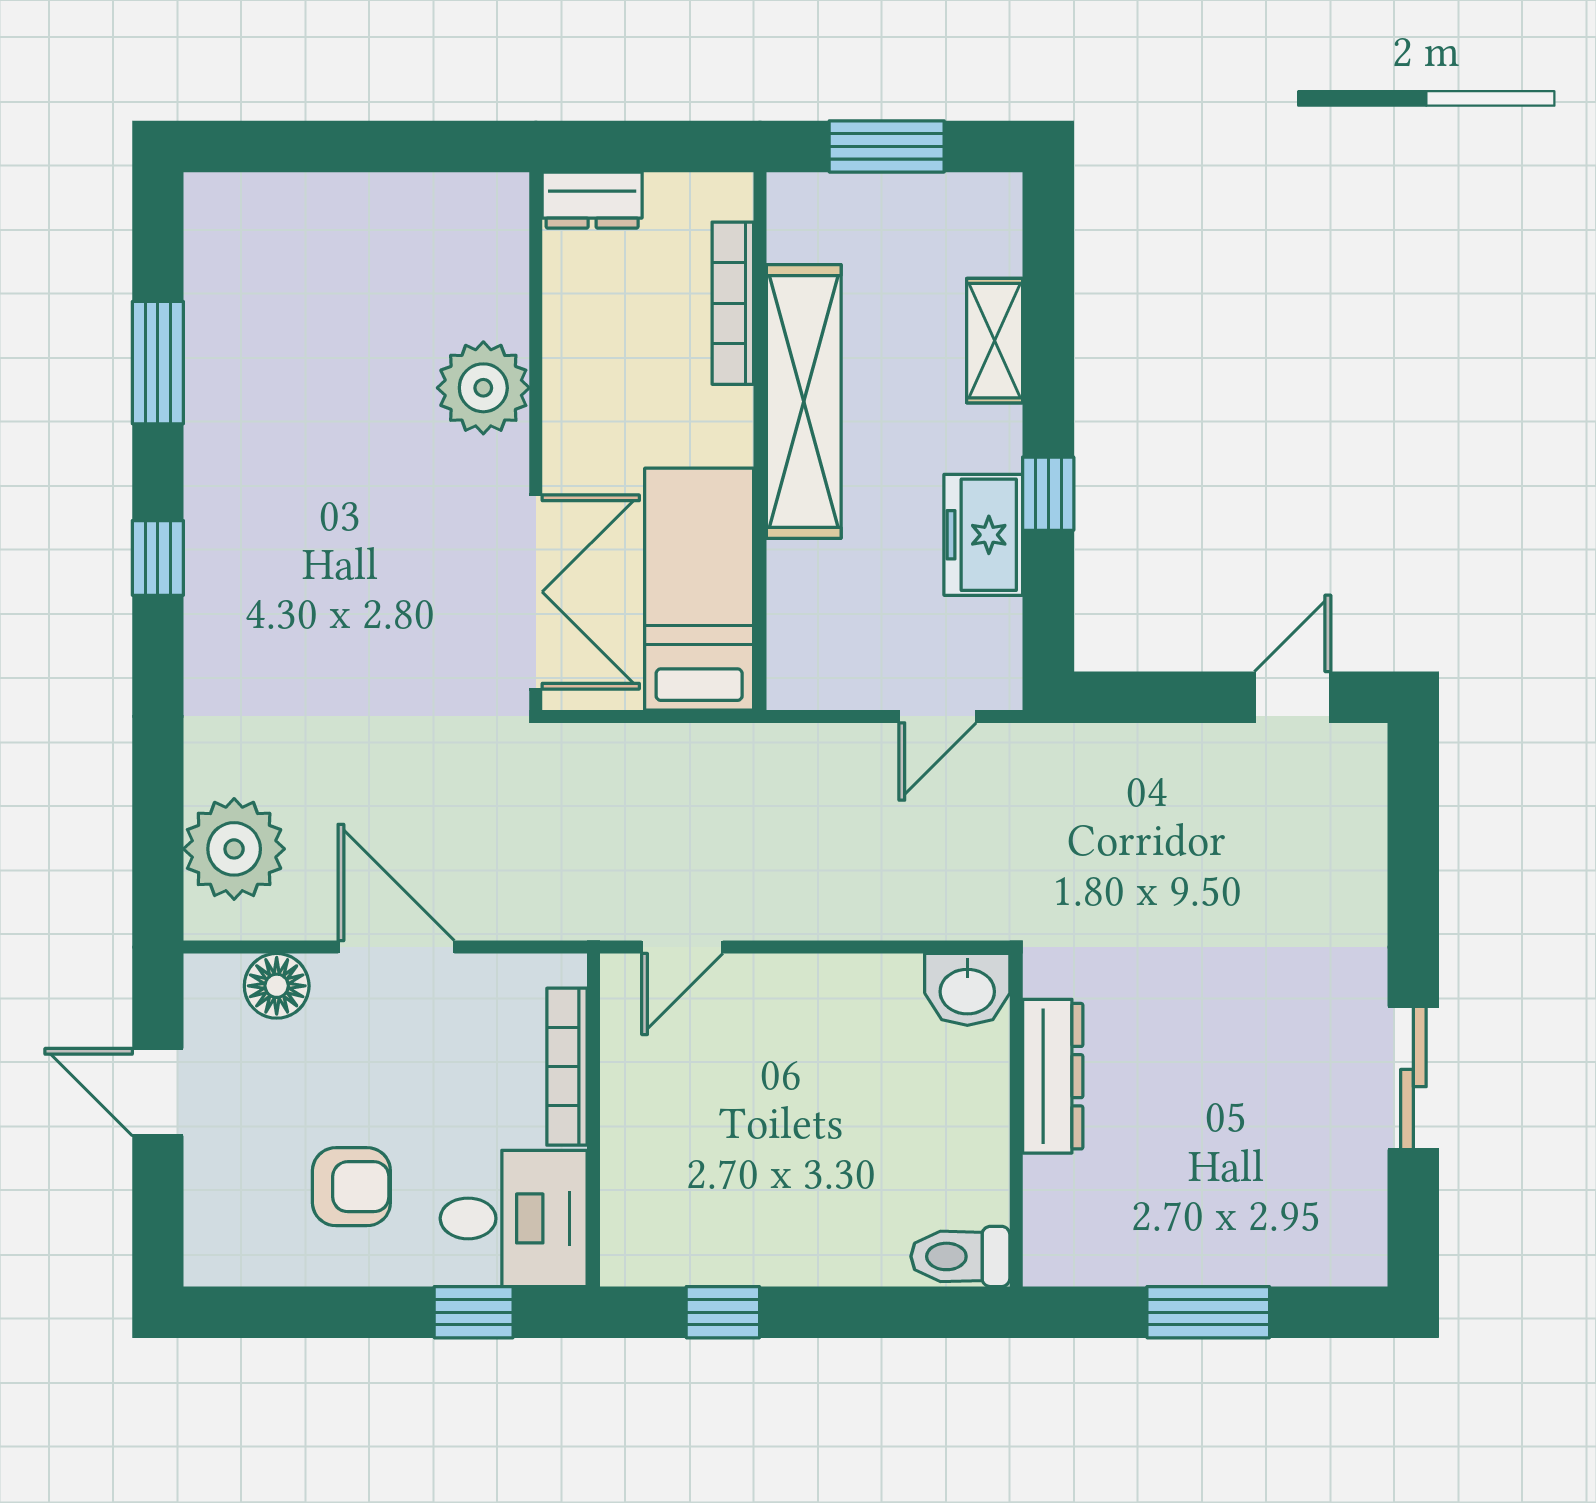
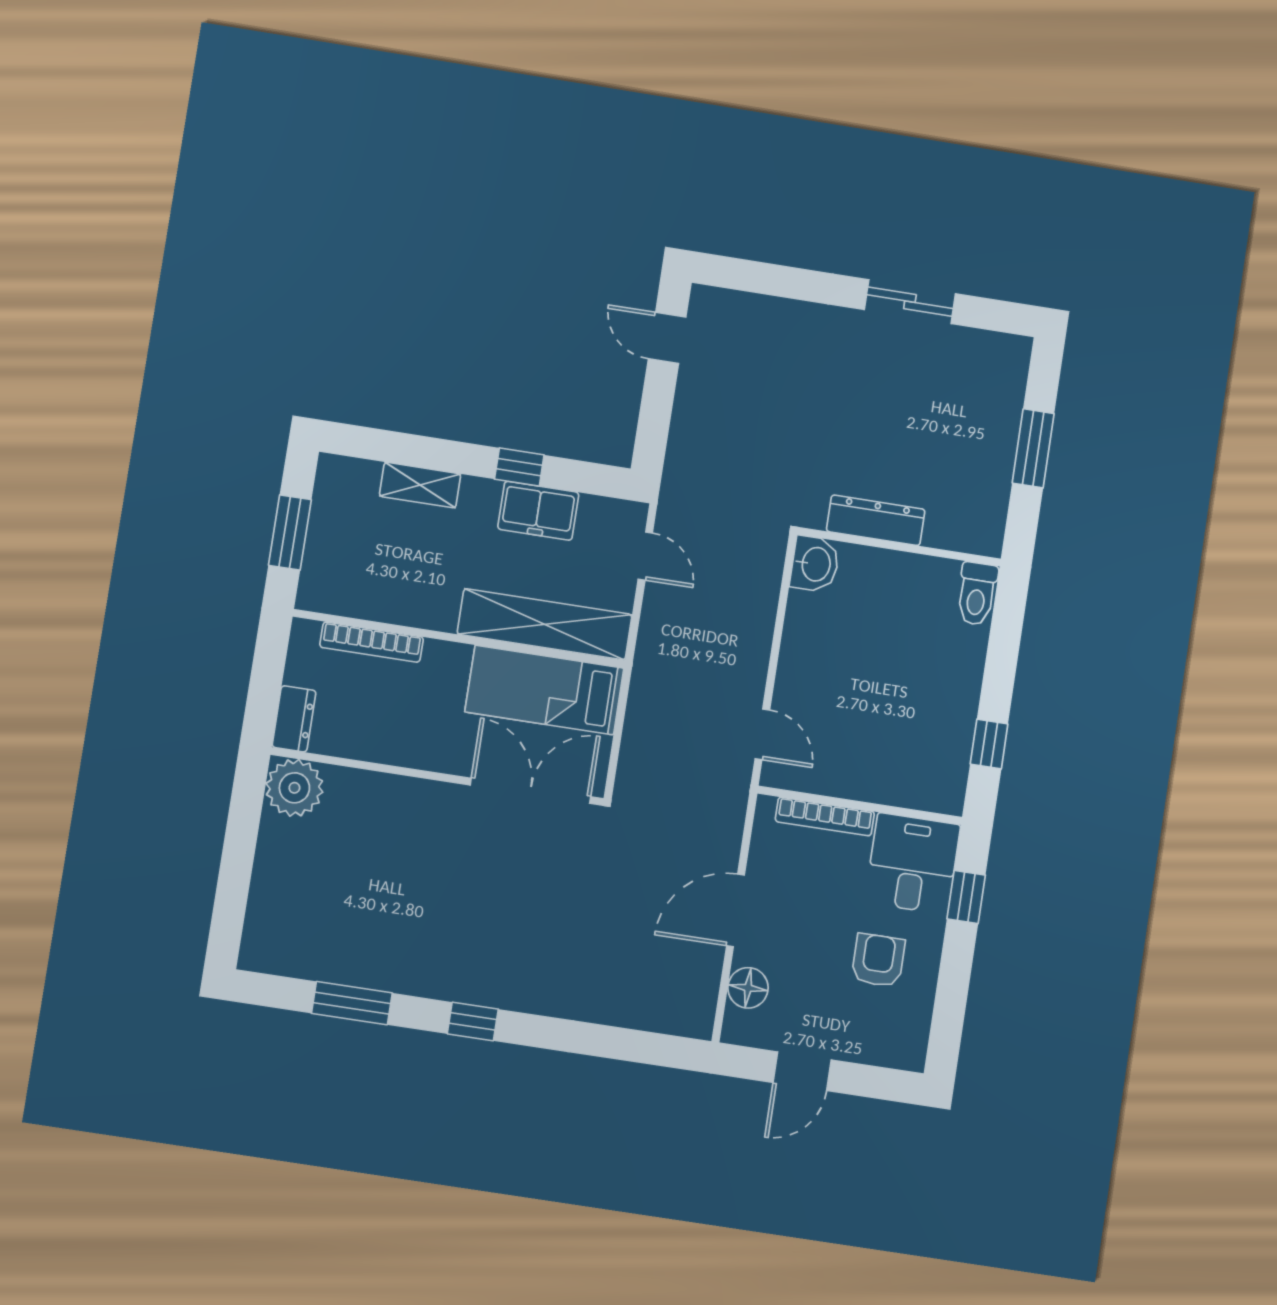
plant: (483, 388) -> (294, 788), moved
shelving: (804, 401) -> (545, 624), moved
plant: (234, 849) -> (660, 1001), removed

